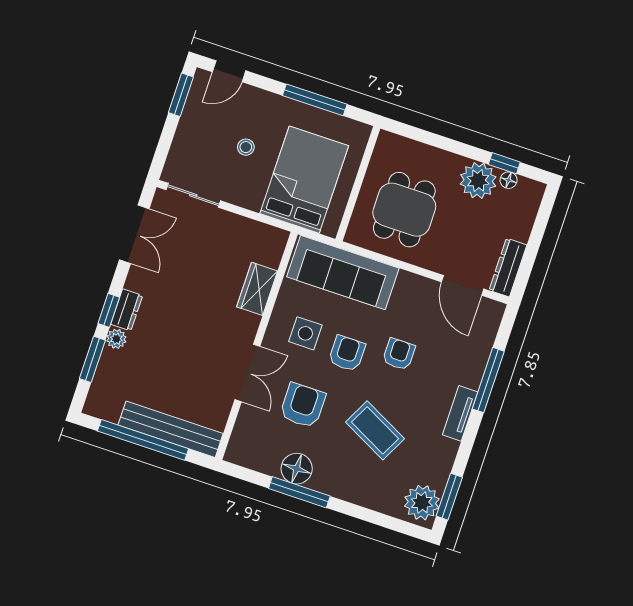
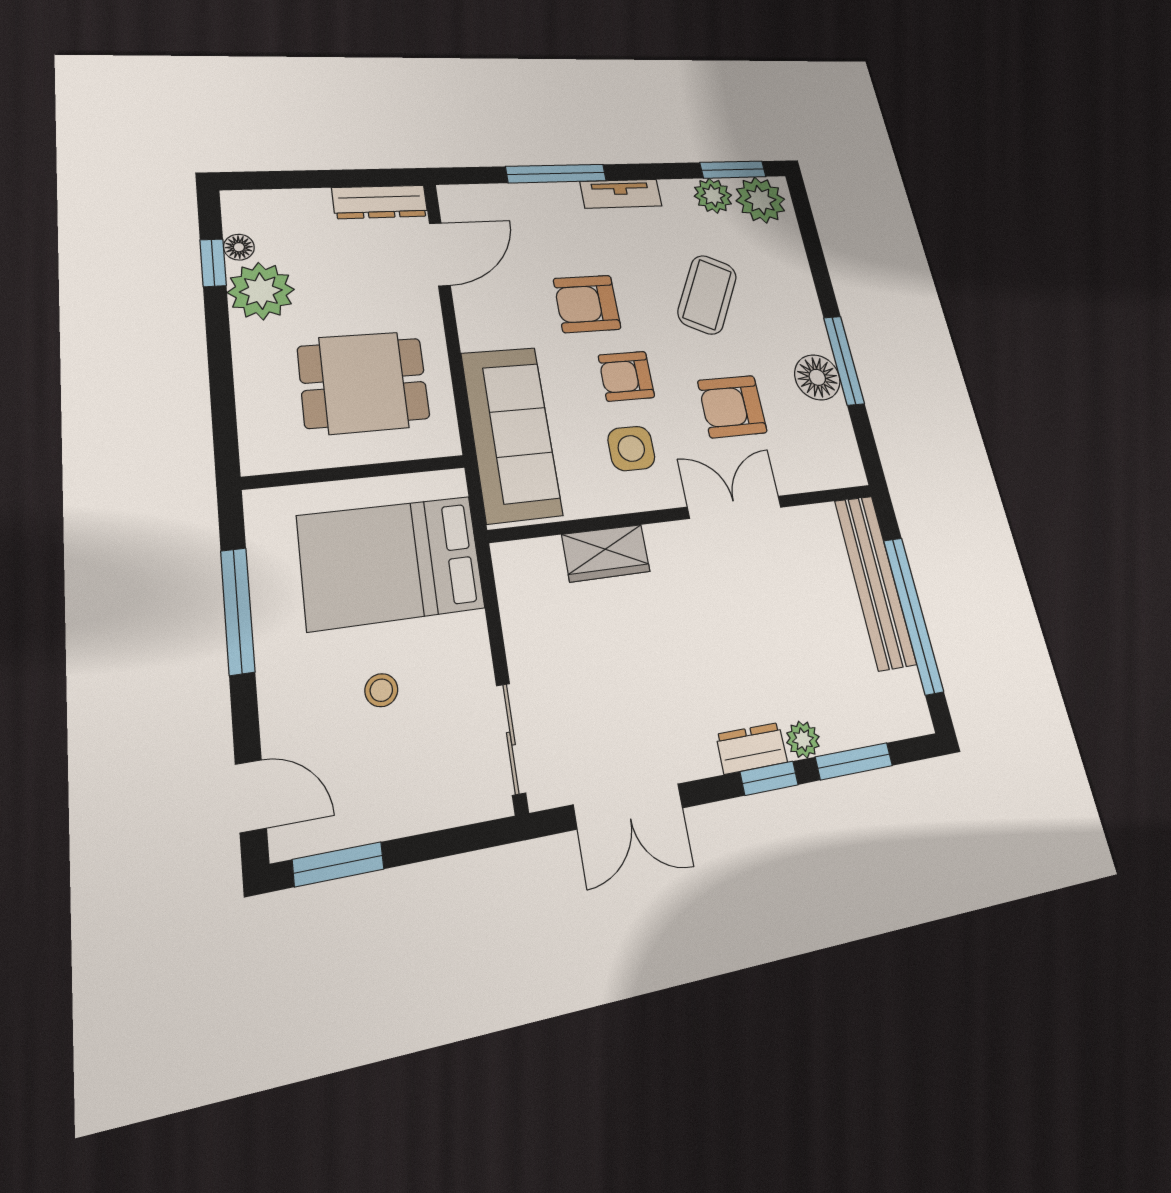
double door: (134, 234) -> (628, 806), swing flipped
armchair: (399, 354) -> (587, 304), width x1.38, depth x1.38
plant: (437, 472) -> (713, 196), added

